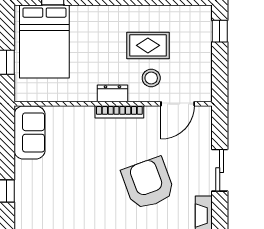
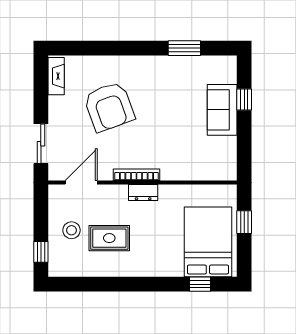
stool: (151, 78) -> (72, 230), moved
sofa: (30, 132) -> (222, 110), moved
sliding door: (220, 170) -> (41, 144), moved

